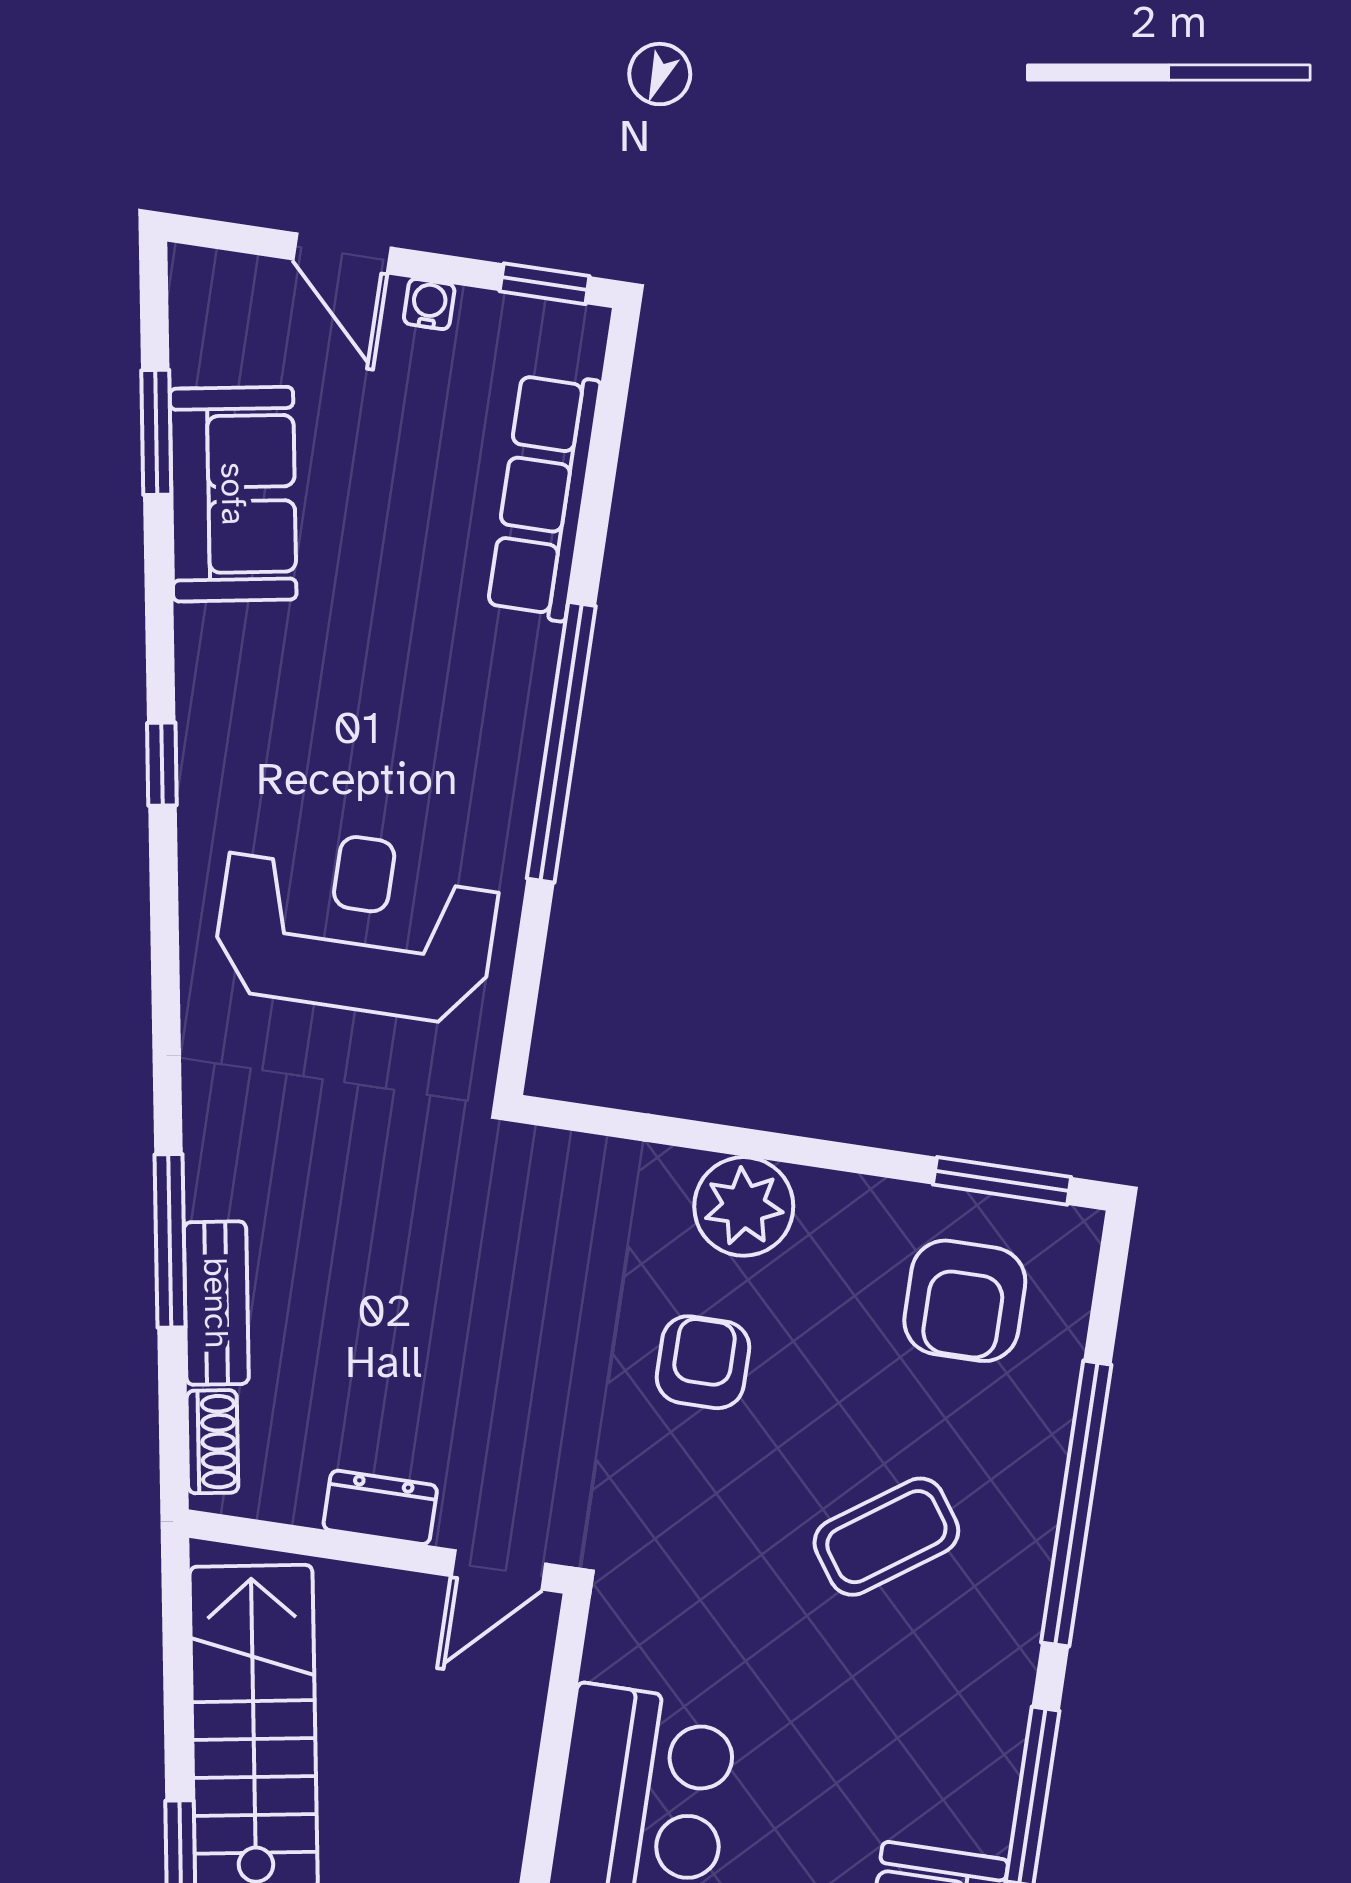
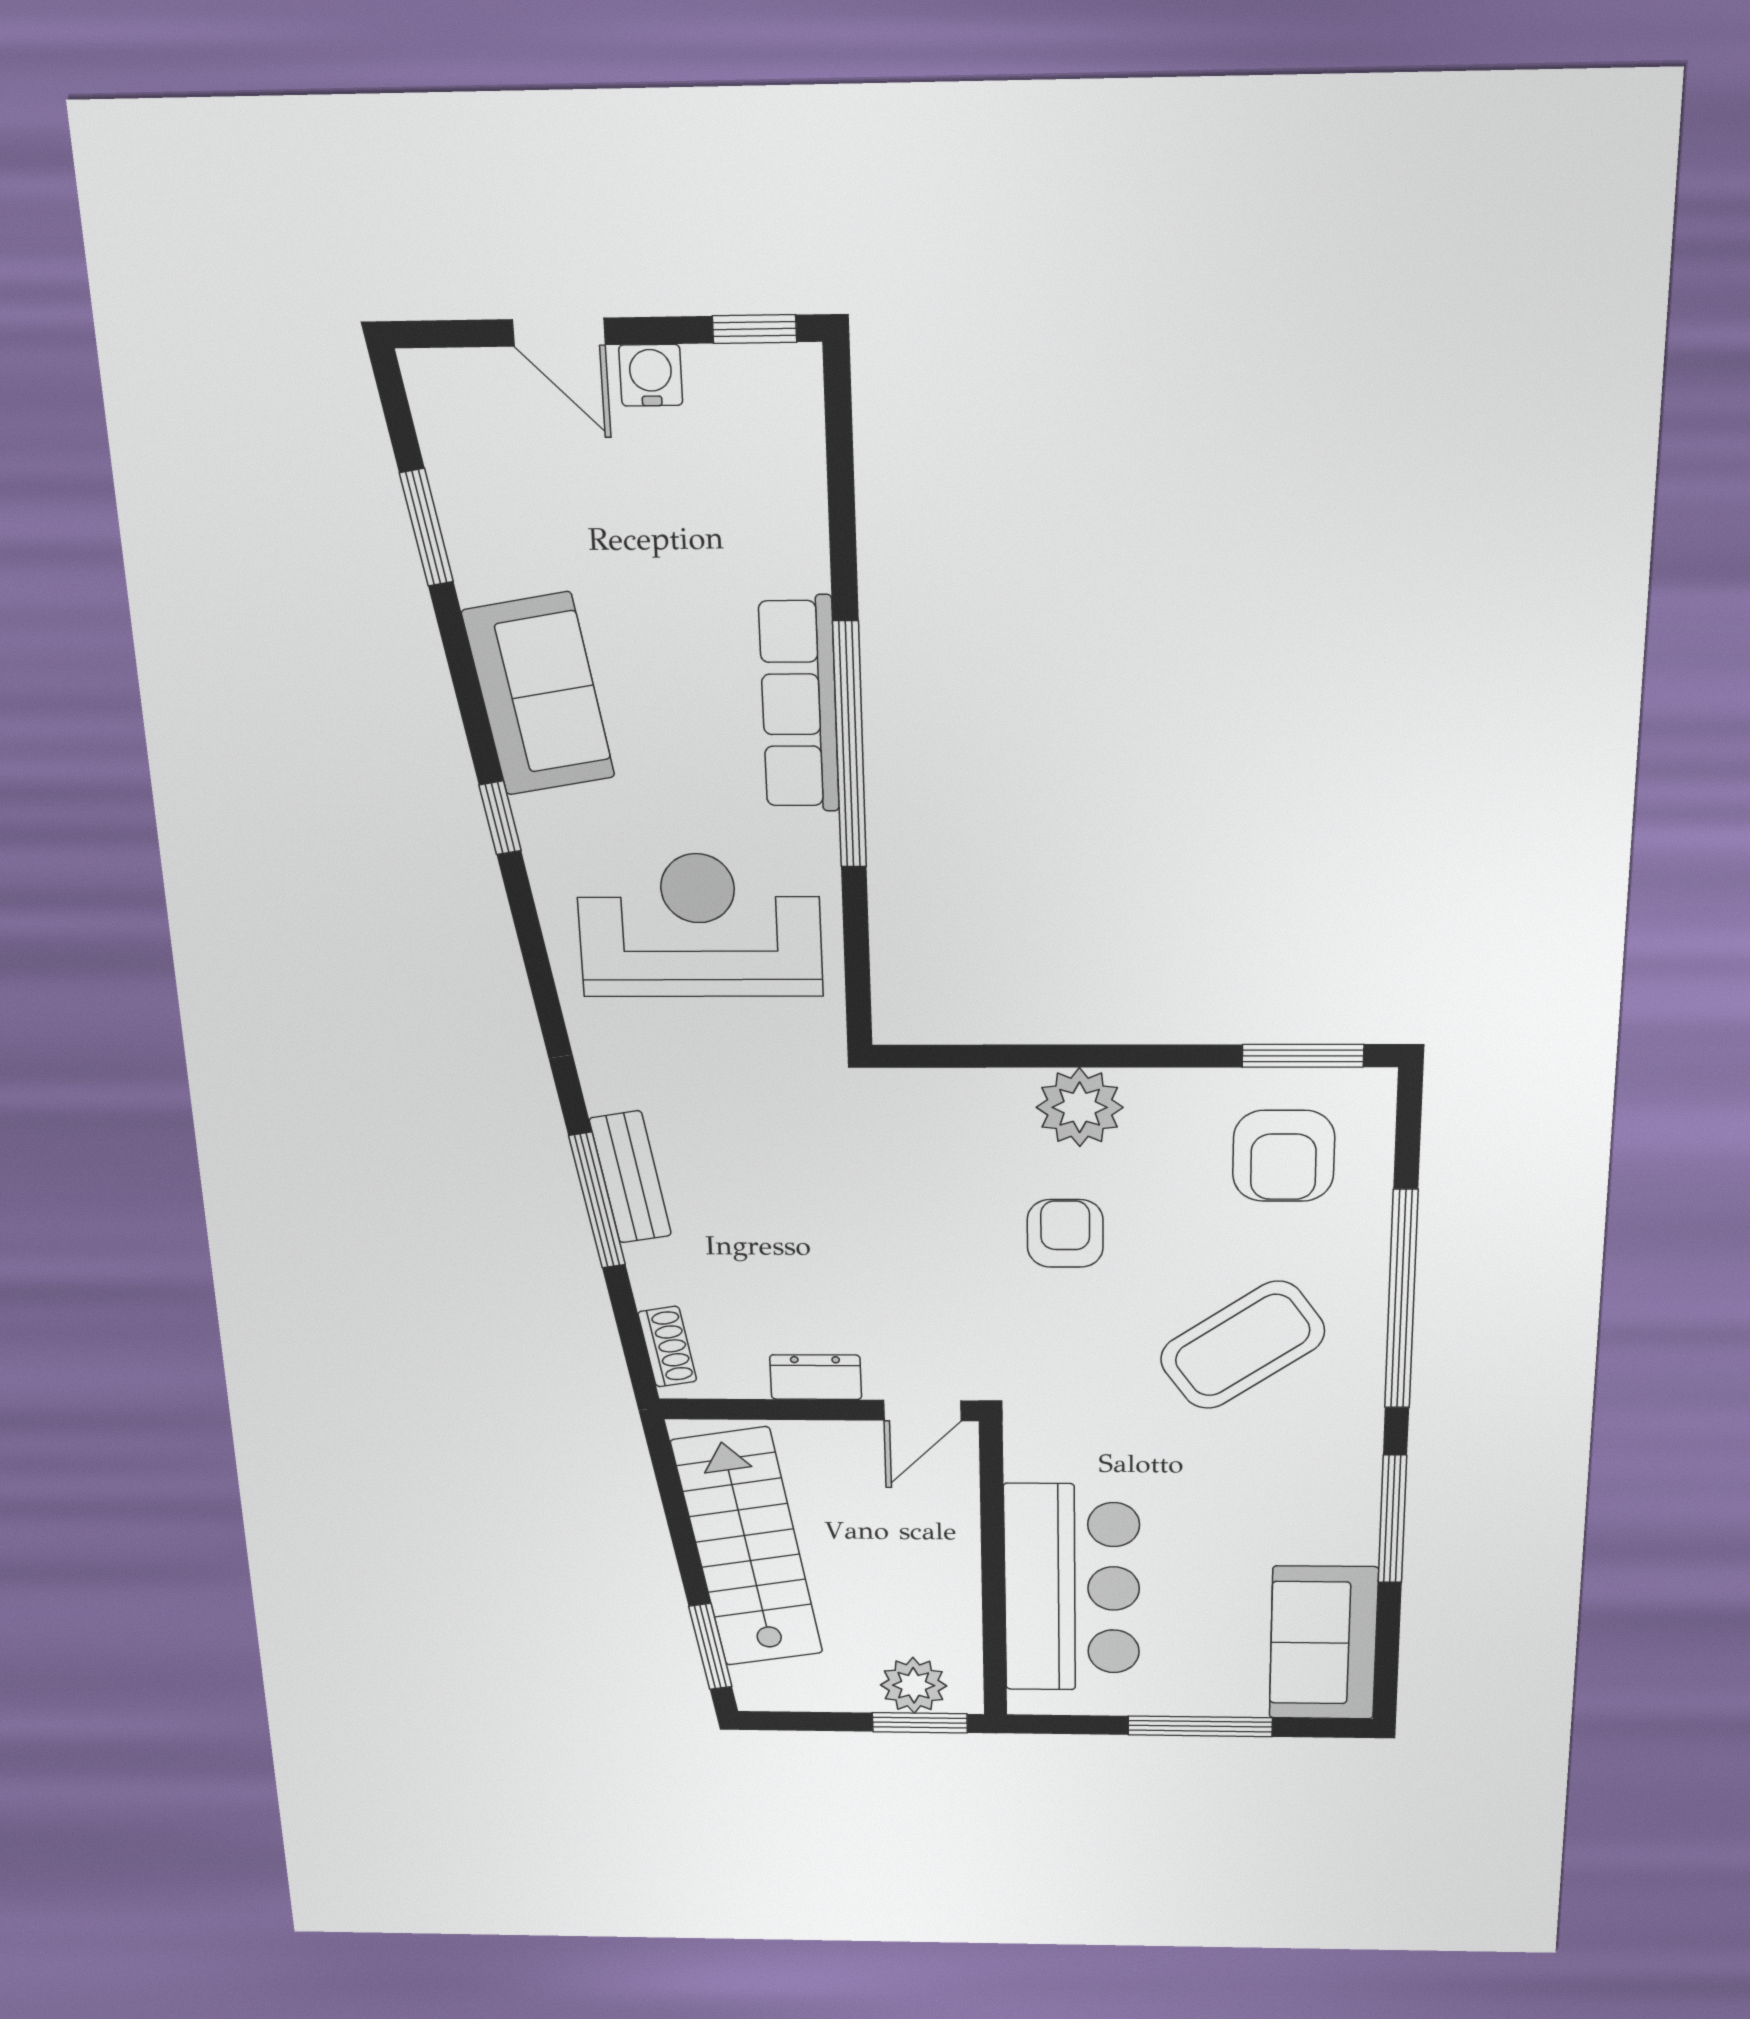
water cooler: (429, 304) -> (651, 375), width x1.38, depth x1.38
sofa: (233, 494) -> (538, 694), moved
row of seats: (544, 496) -> (799, 704), moved
bench: (216, 1303) -> (630, 1177), moved
coffee table: (886, 1537) -> (1243, 1345), width x1.36, depth x1.32

